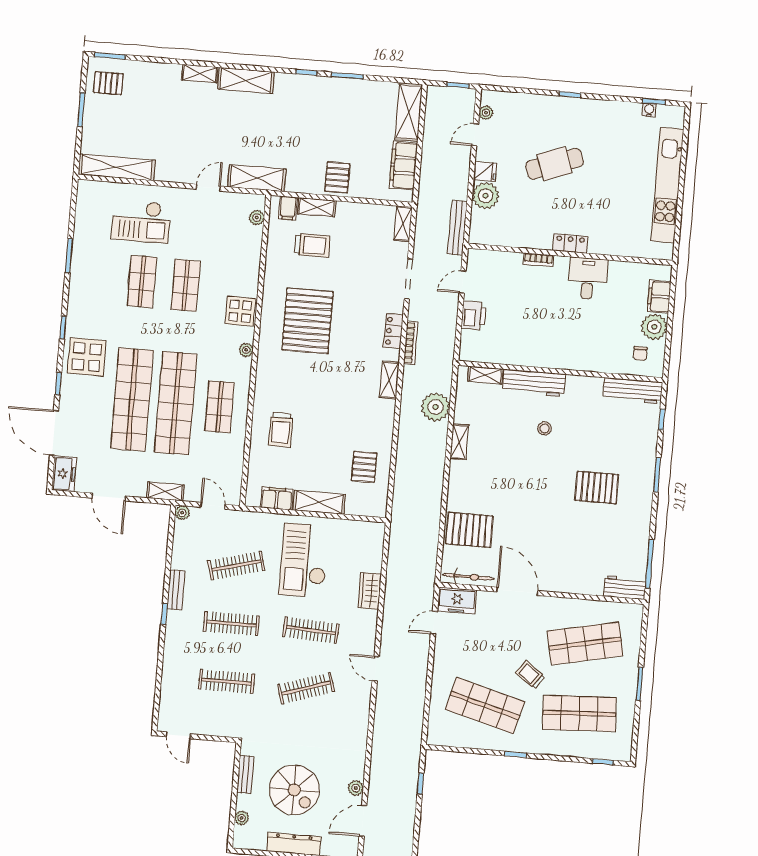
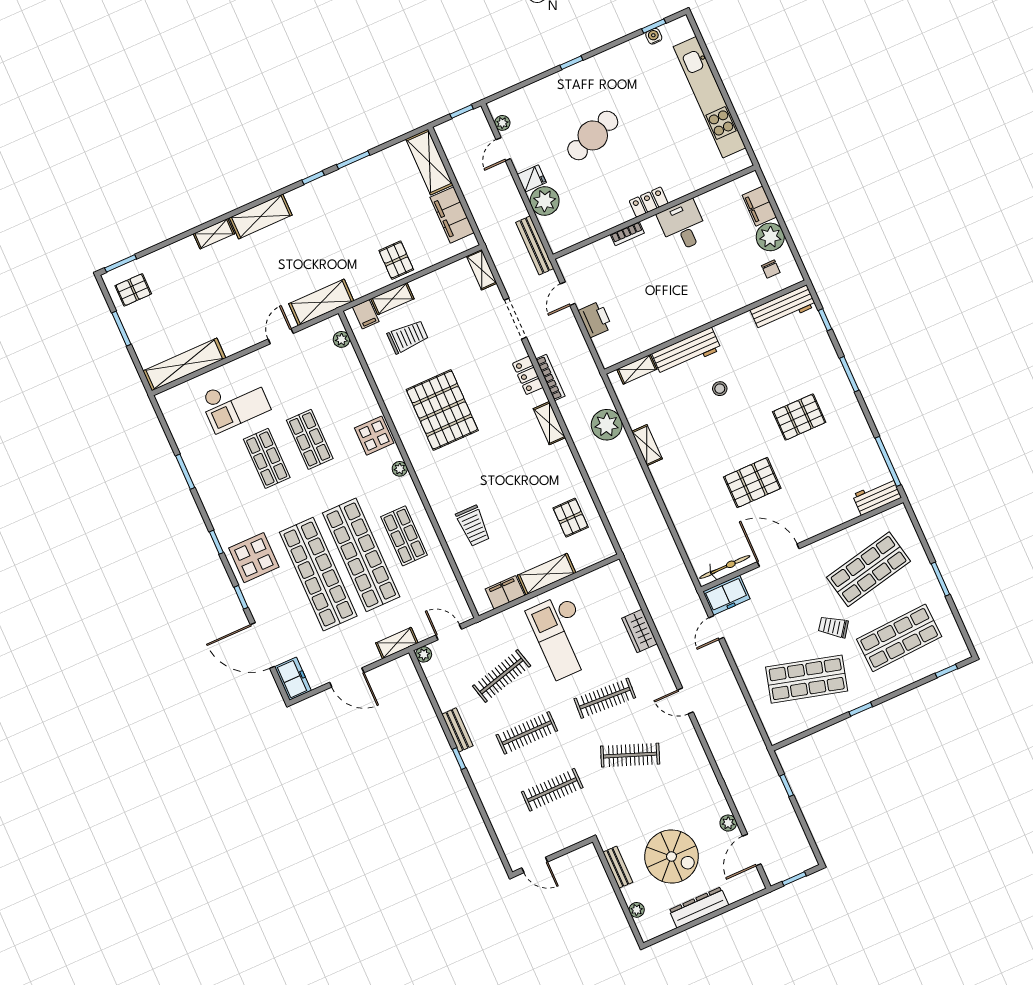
pallet: (469, 530) -> (752, 483), moved
clothes rail: (306, 688) -> (630, 755), turned 39

